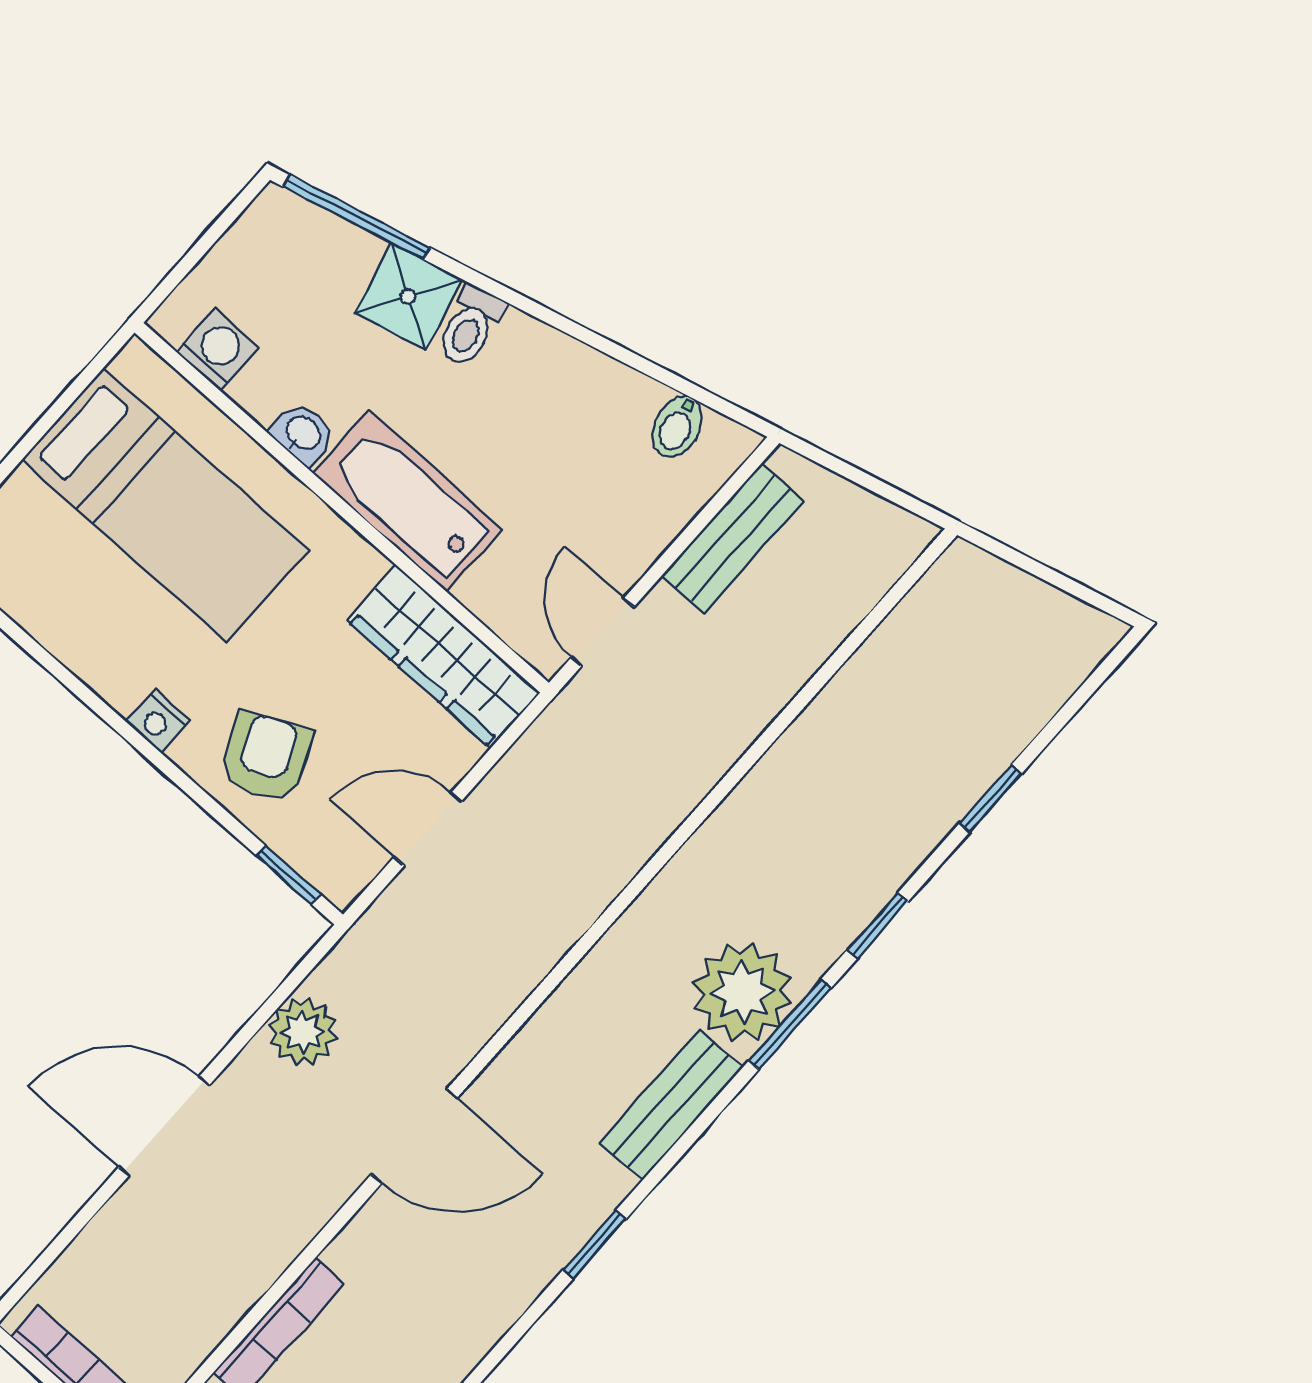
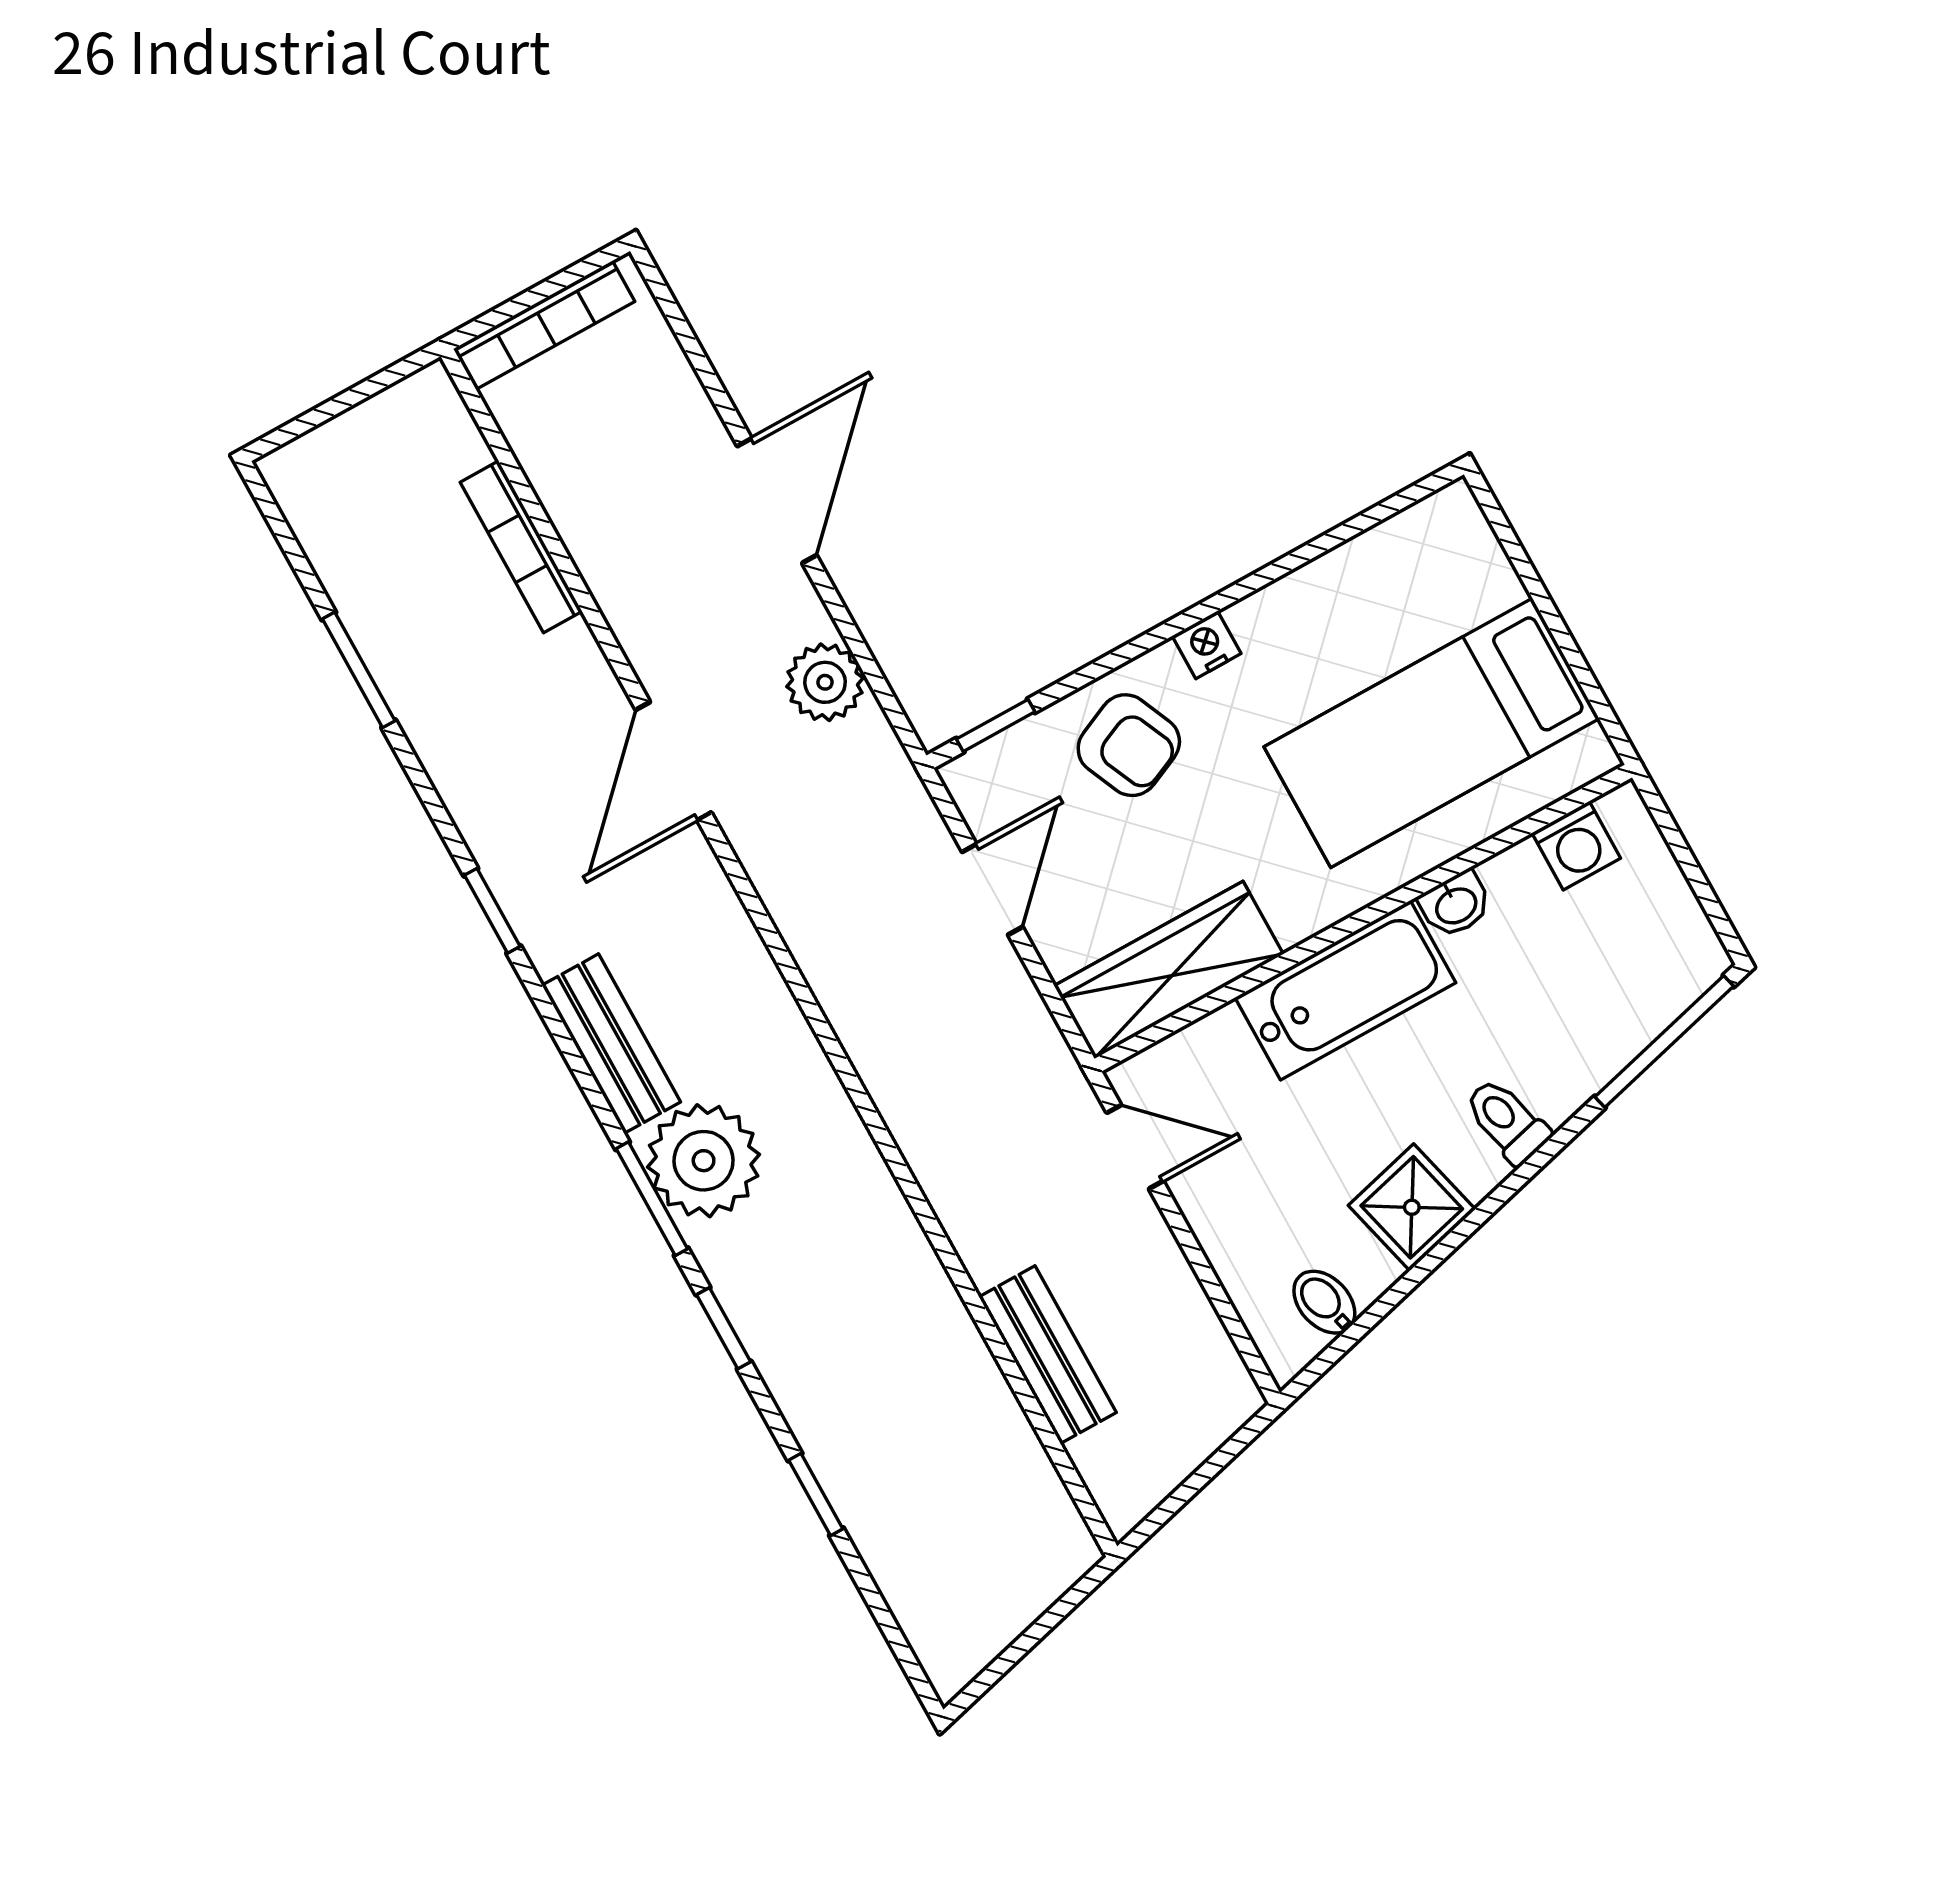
shower: (408, 296) -> (1412, 1207), moved
bench: (733, 538) -> (1048, 1355), moved

